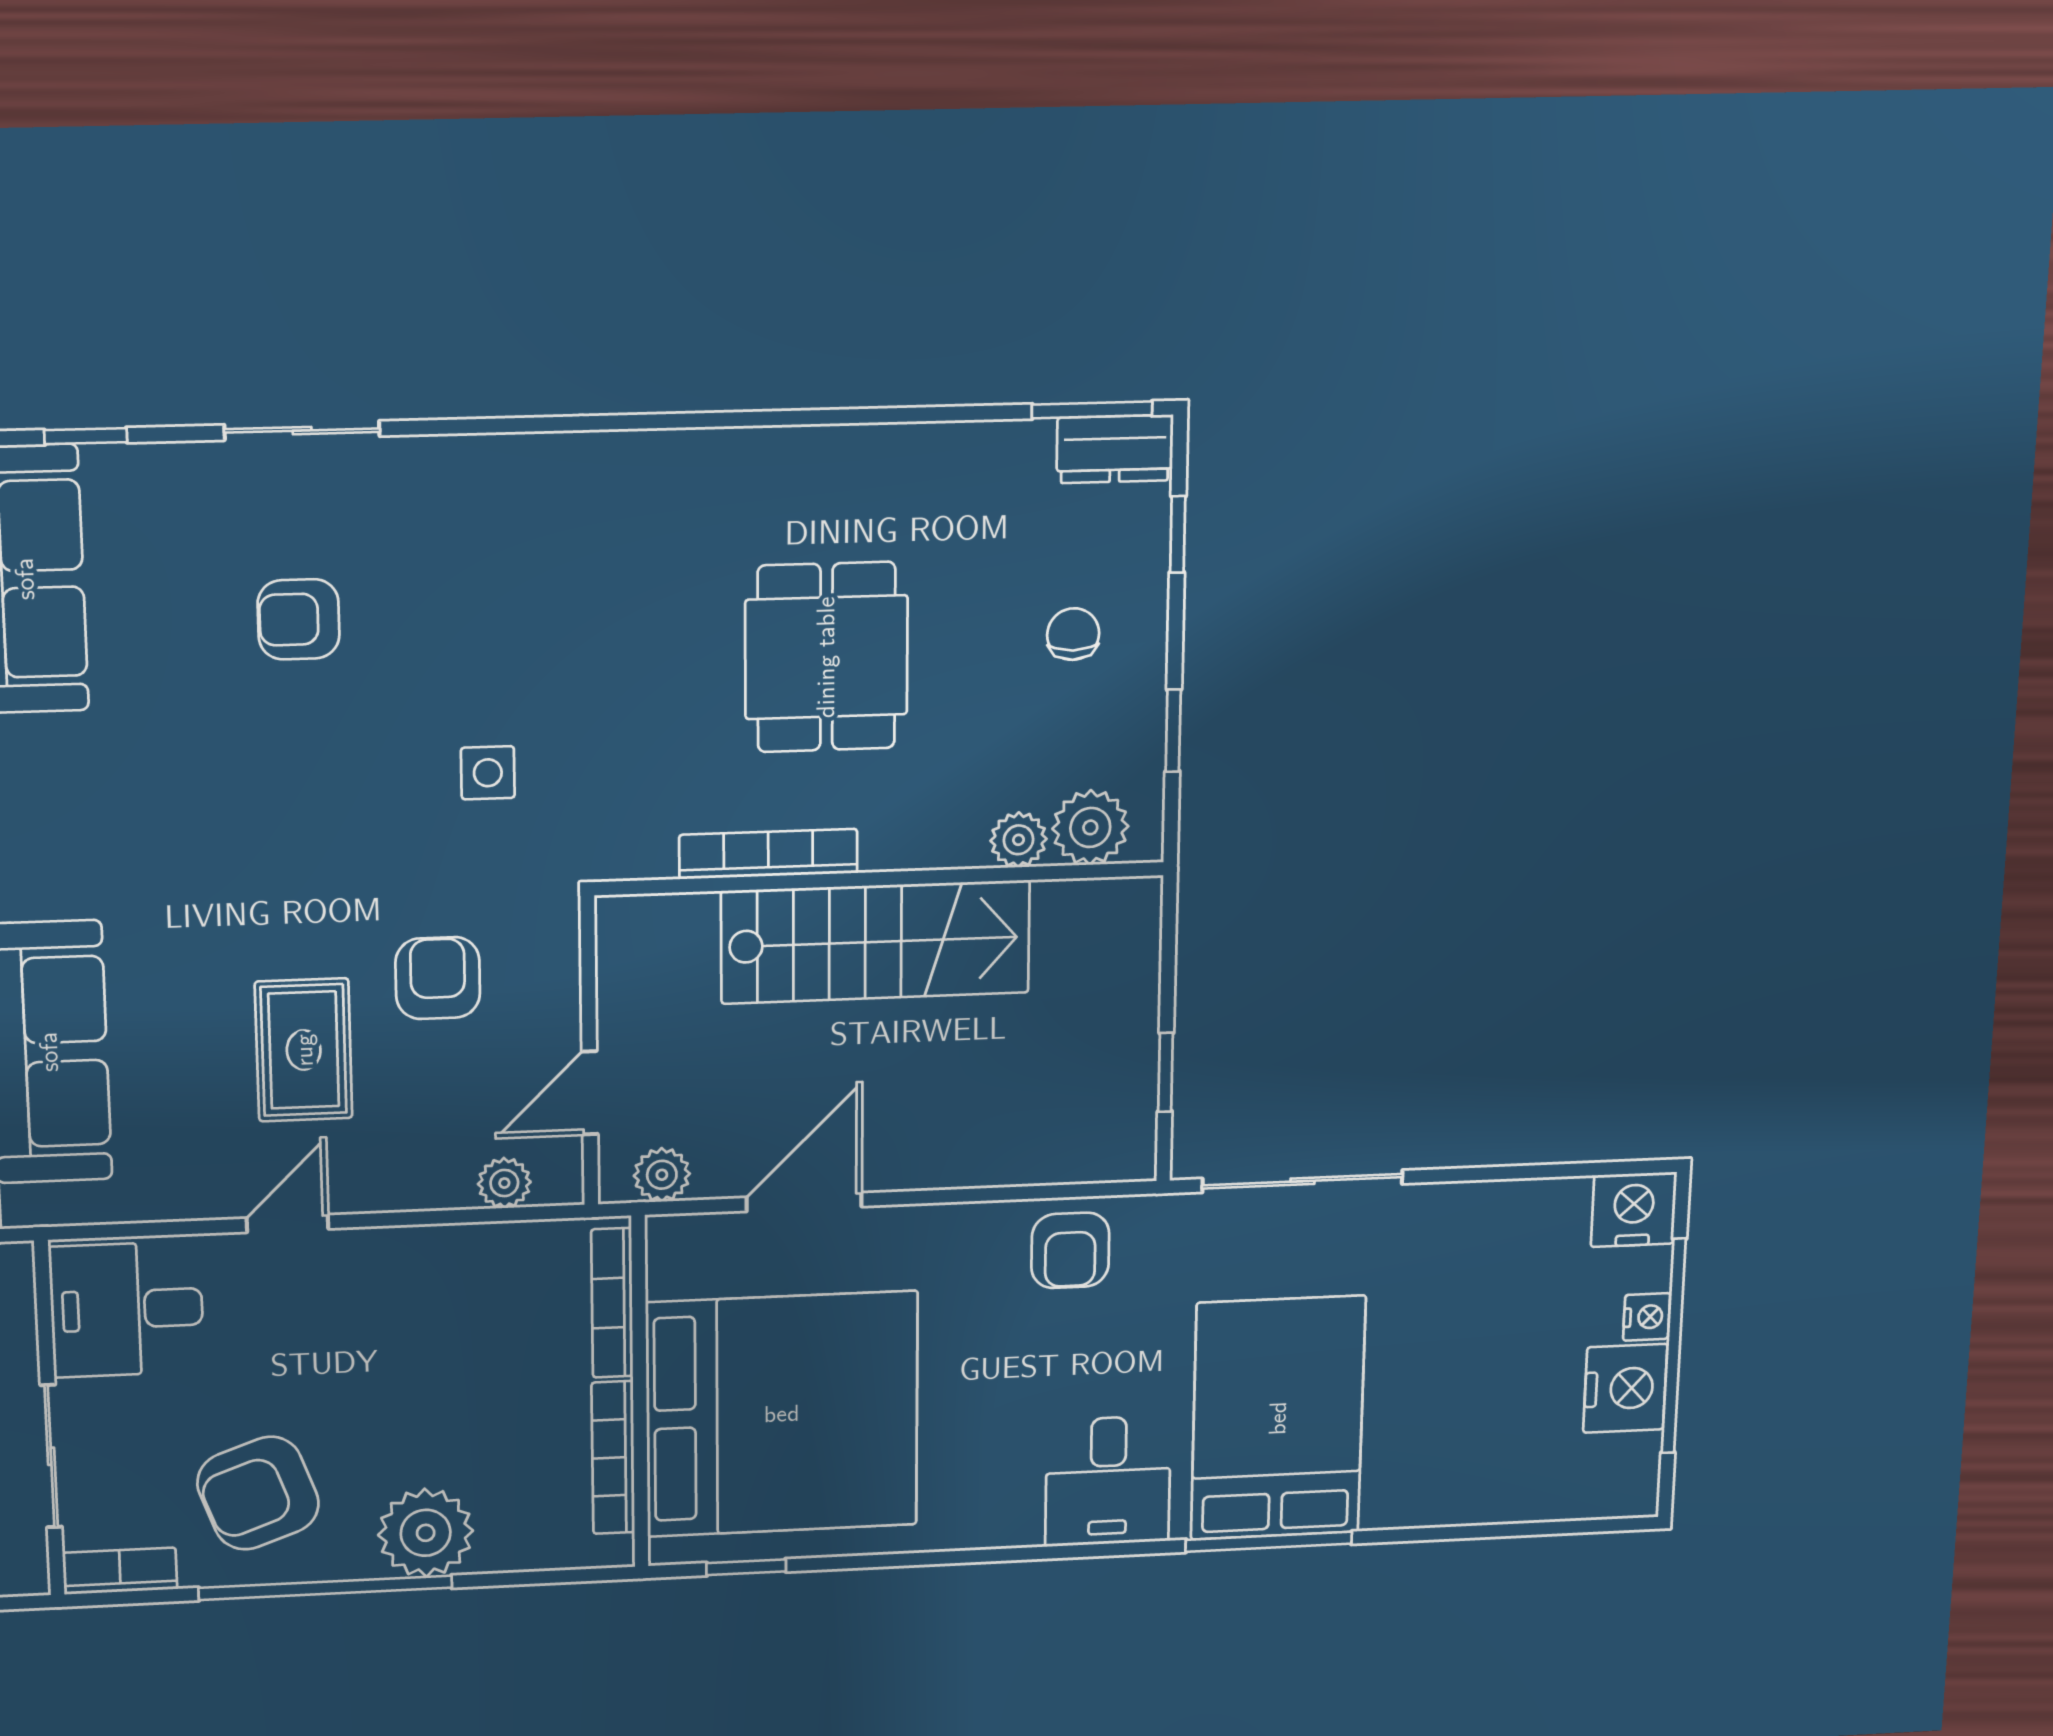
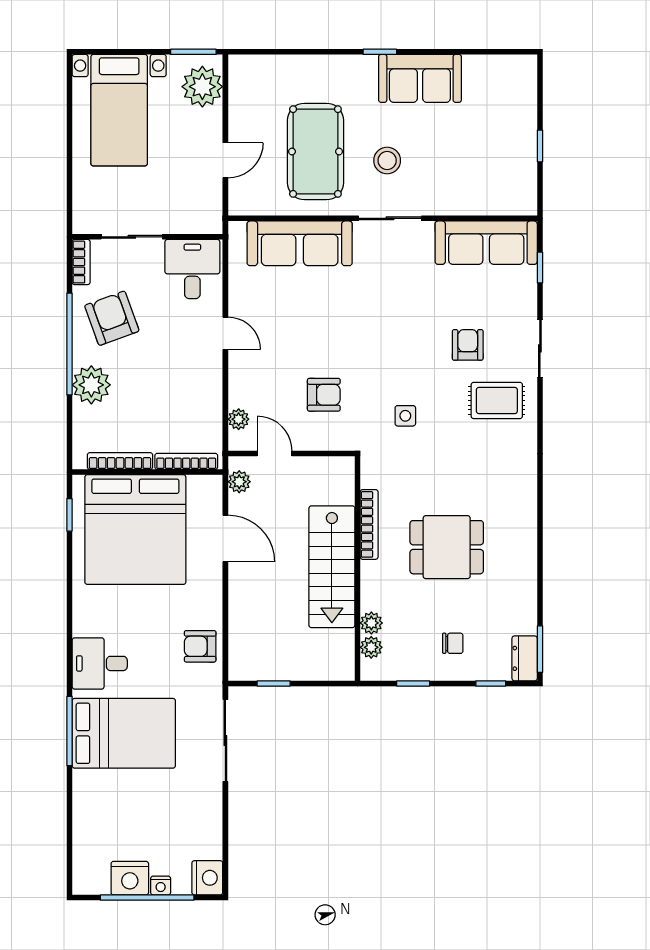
plant: (1090, 827) -> (371, 647), width x0.73, depth x0.73
rug: (304, 1050) -> (497, 400), moved

